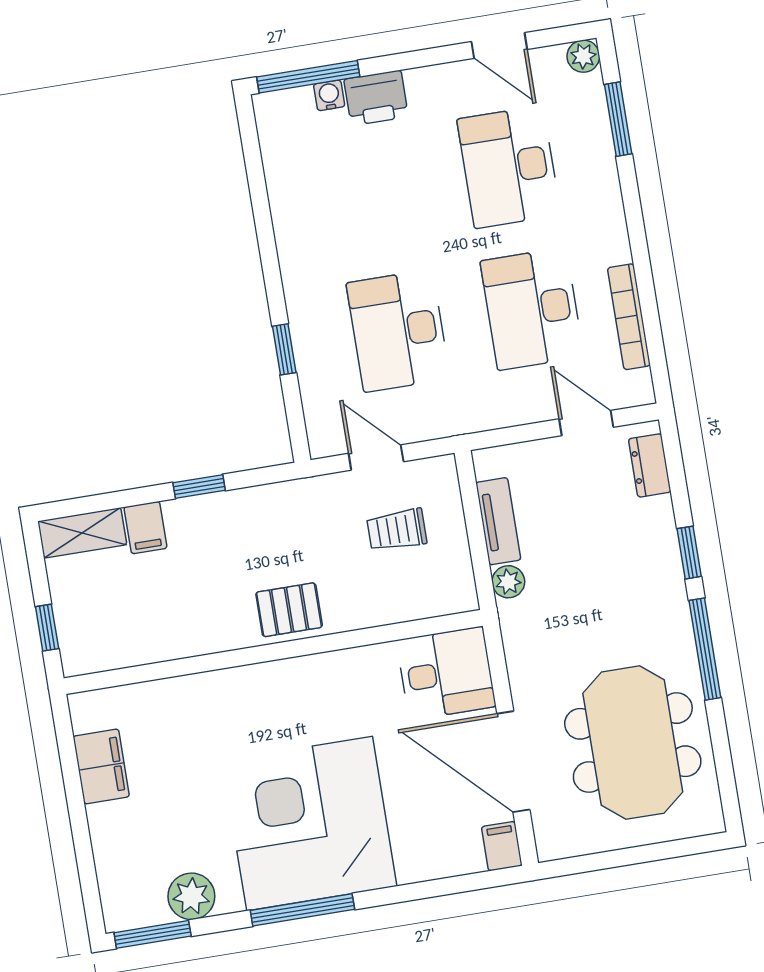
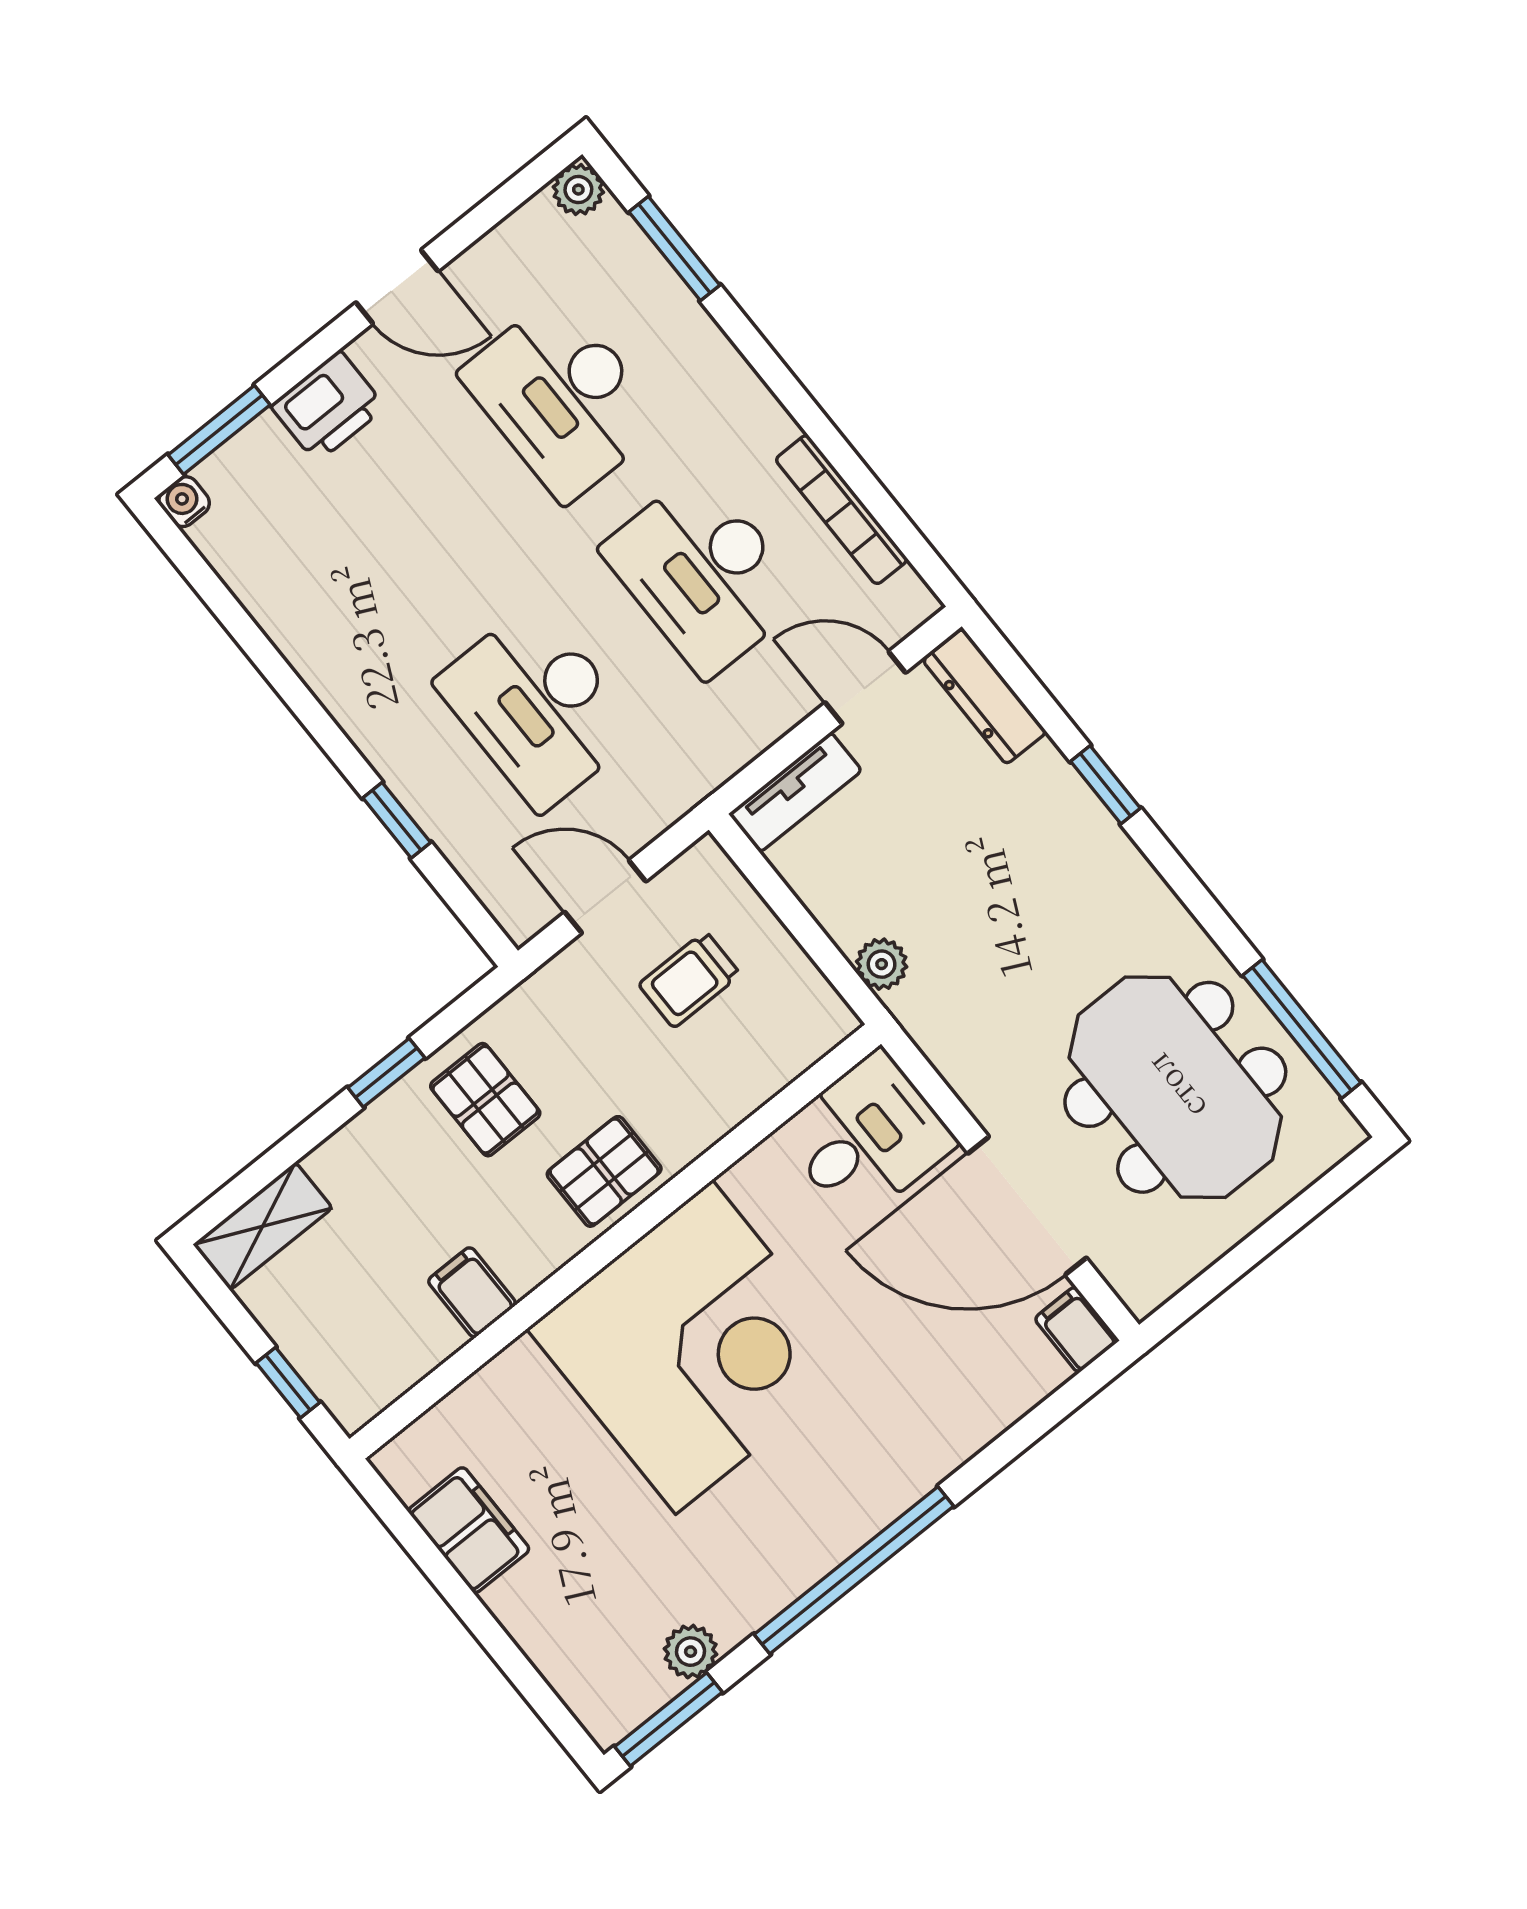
door: (499, 45) -> (397, 287), moved
window: (308, 77) -> (219, 430), width x0.69
water cooler: (329, 95) -> (184, 502), moved
dresser: (650, 465) -> (985, 696), width x1.44
tv unit: (498, 521) -> (795, 792), moved, turned 90
filing cabinet: (145, 528) -> (472, 1292), moved, turned 180
pallet: (246, 533) -> (485, 1100), added
window: (705, 649) -> (1302, 1029), moved
corner desk: (310, 823) -> (694, 1347), moved, turned 180
plant: (191, 896) -> (691, 1652), width x0.73, depth x0.73
window: (302, 910) -> (854, 1570), width x1.46

